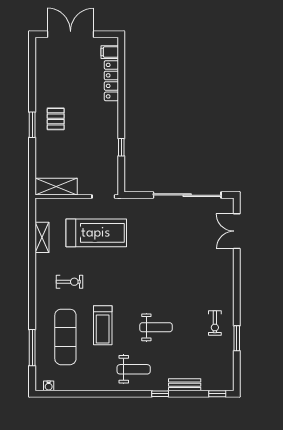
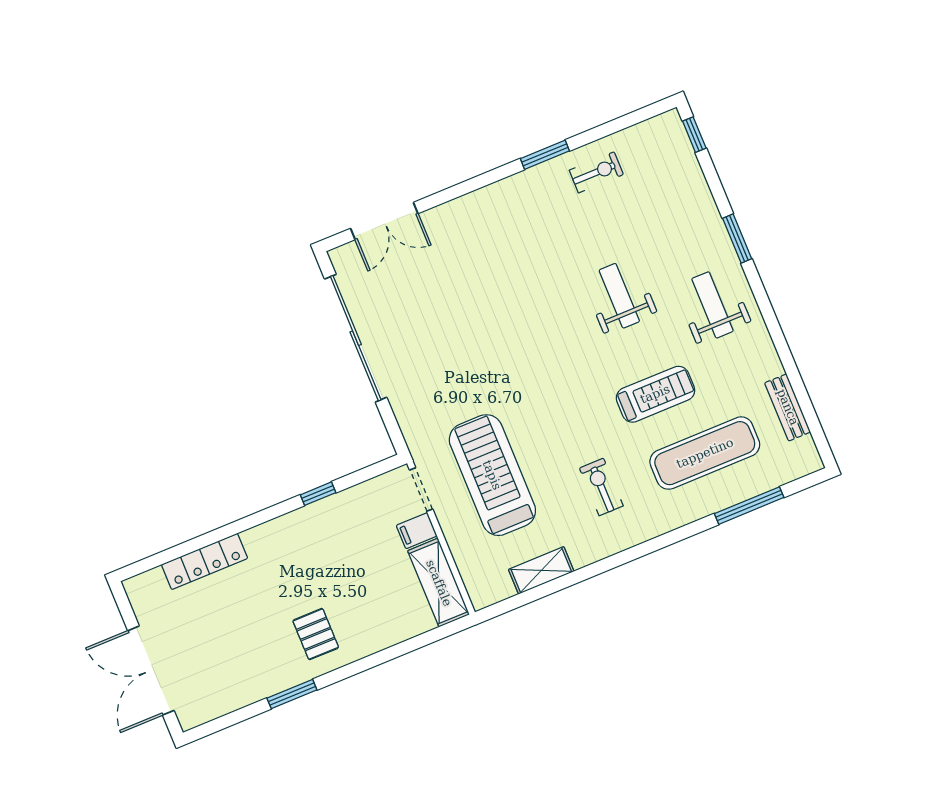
filing cabinet: (110, 52) -> (417, 531), moved, turned 90
pallet: (56, 119) -> (316, 634), turned 90
window: (32, 125) -> (292, 694), moved
exercise bike: (215, 323) -> (596, 172), moved
window: (237, 338) -> (545, 155), moved
bench: (185, 385) -> (788, 407), moved
water cooler: (49, 386) -> (806, 447), removed
window: (160, 394) -> (737, 238), width x1.50

